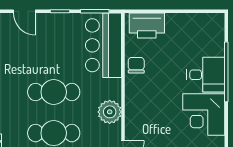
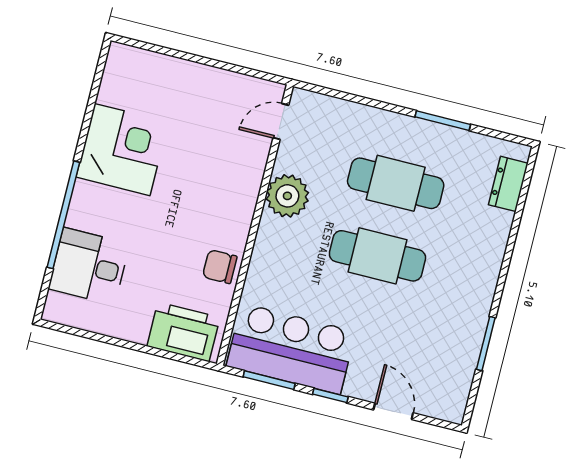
bar counter: (103, 45) -> (291, 349), moved, turned -90
chair: (136, 65) -> (220, 267), turned 90
desk: (206, 75) -> (89, 266), moved

